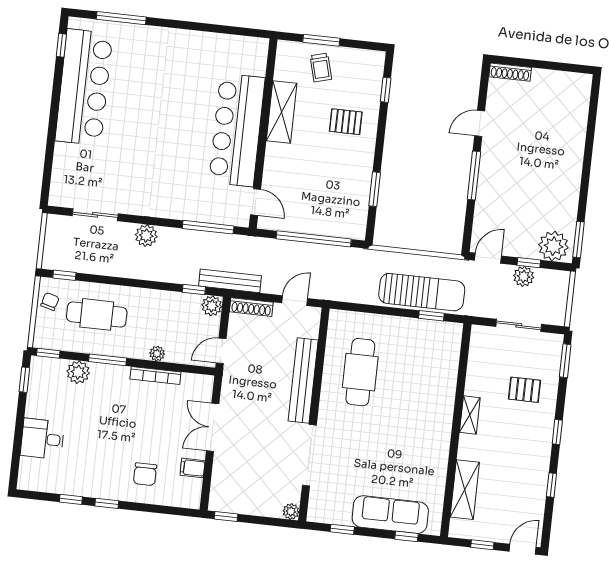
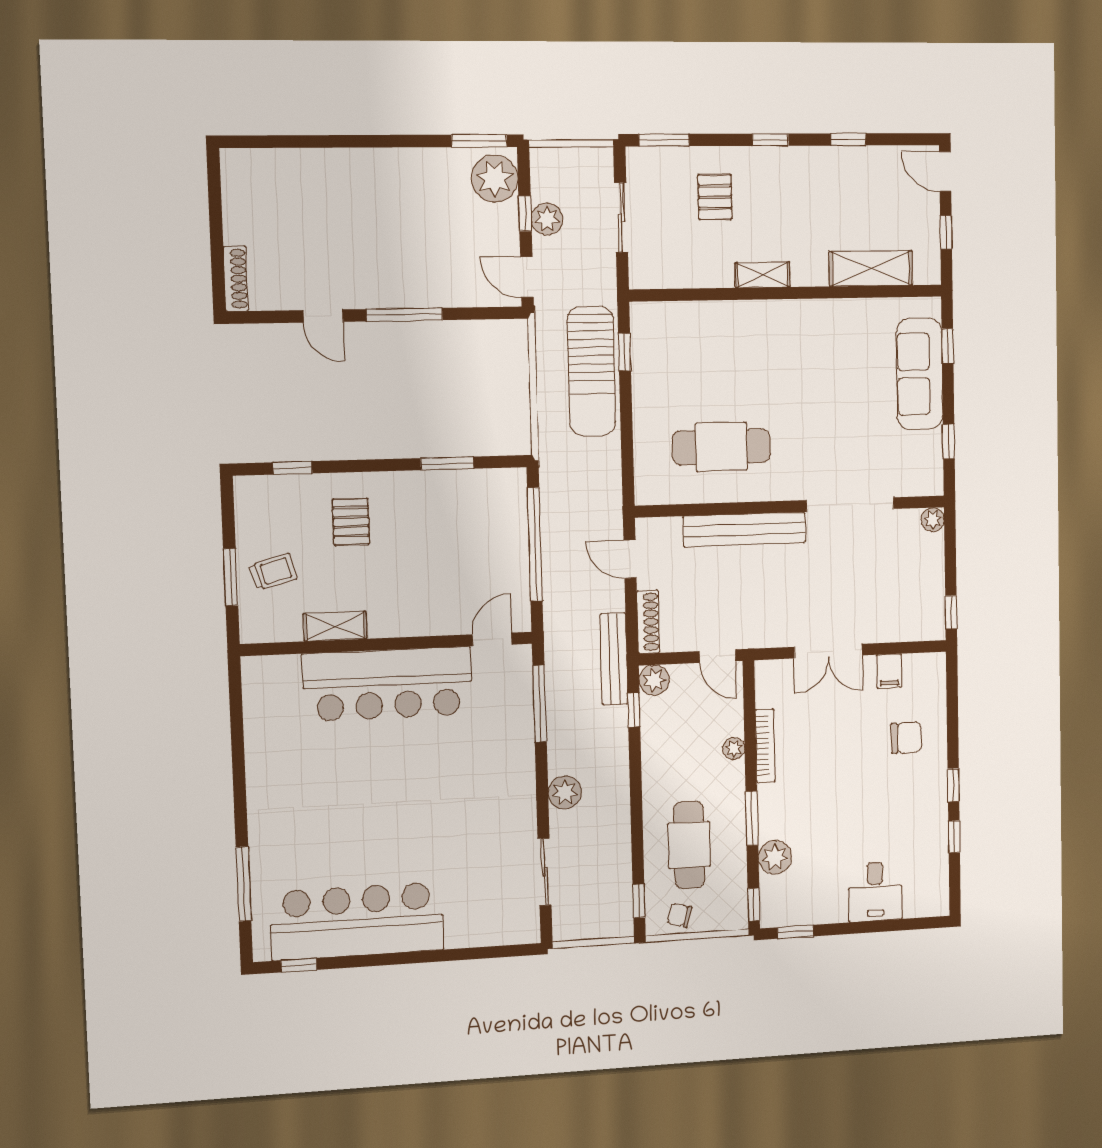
shelving: (282, 112) -> (335, 626), width x0.67, depth x0.75
sun lounger: (422, 292) -> (592, 371), turned 180

